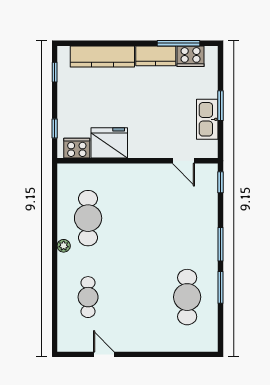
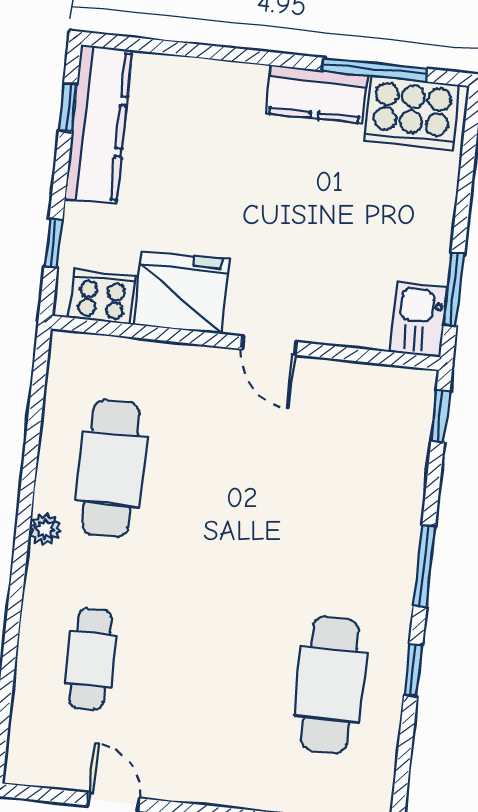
kitchen counter: (102, 56) -> (98, 124), moved, turned -90
cooker: (191, 56) -> (412, 113), width x1.37, depth x1.31
window: (221, 106) -> (454, 289), moved
kitchen sink: (207, 119) -> (418, 319), moved, width x0.73
door: (183, 161) -> (269, 345), moved
window: (221, 287) -> (413, 670), width x0.67

